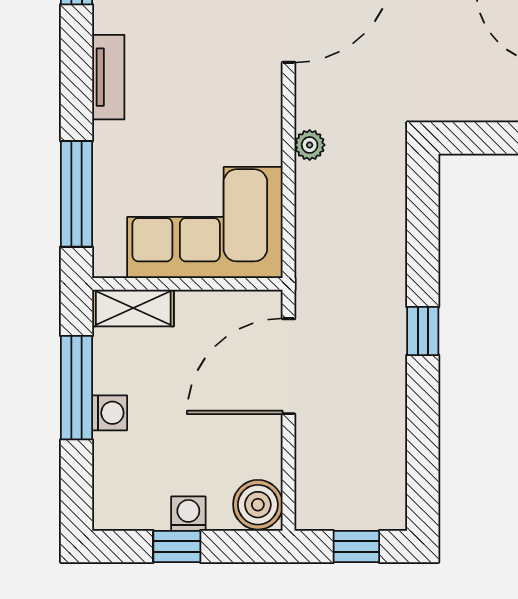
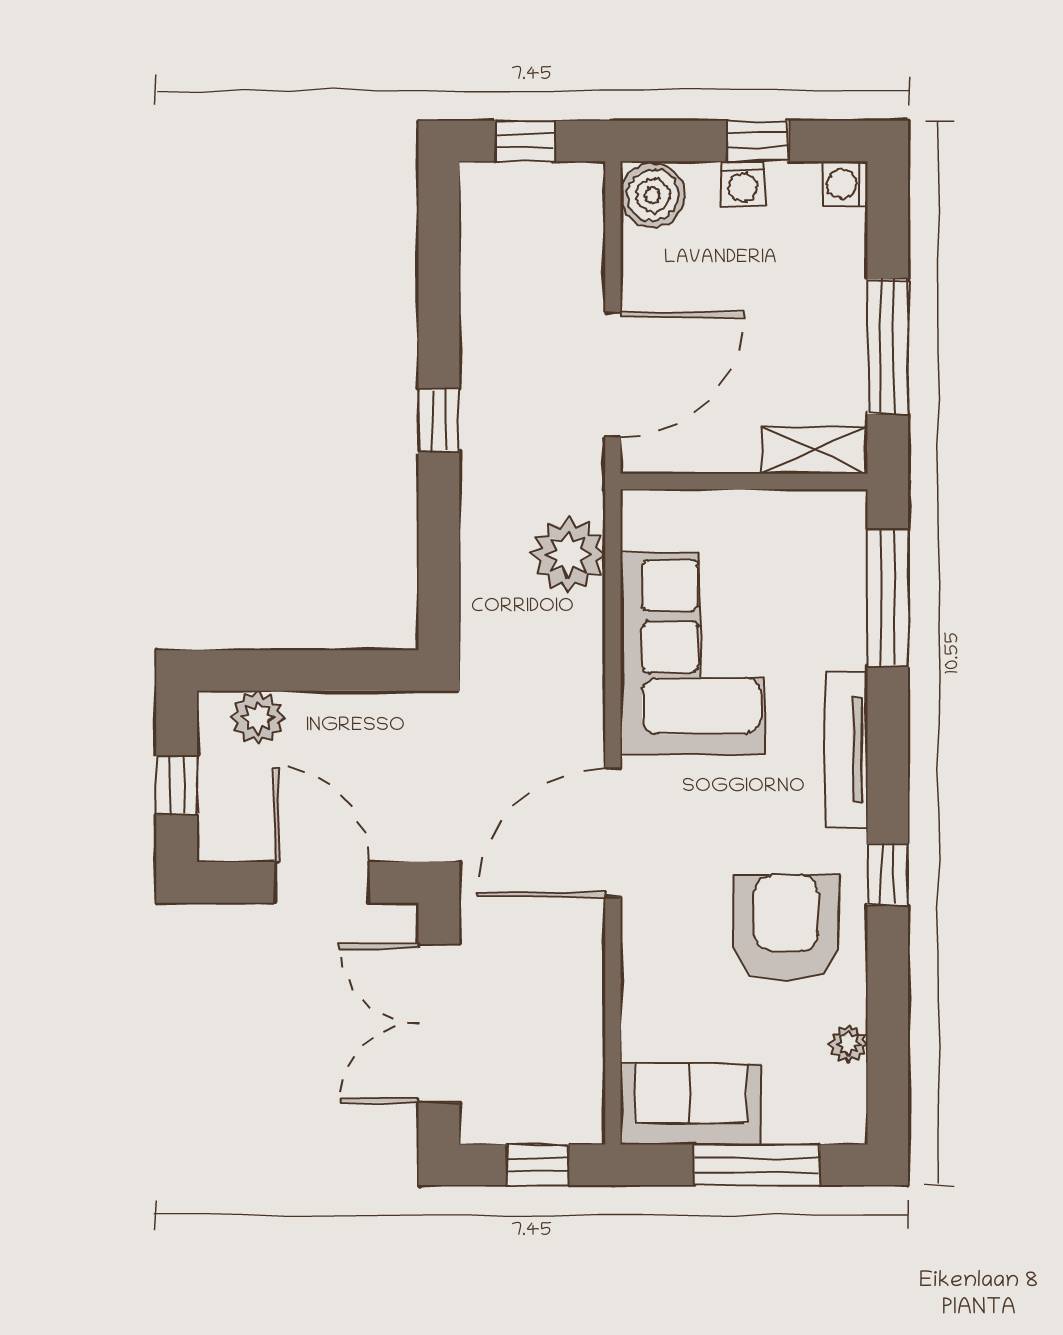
tv unit: (108, 77) -> (847, 750), width x1.41
plant: (310, 145) -> (568, 555), moved, width x1.88, depth x1.88
corner sofa: (205, 223) -> (692, 653), moved, turned -90
washing machine: (110, 413) -> (845, 184), moved

